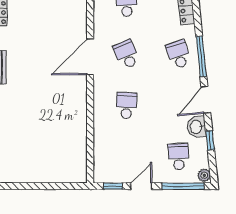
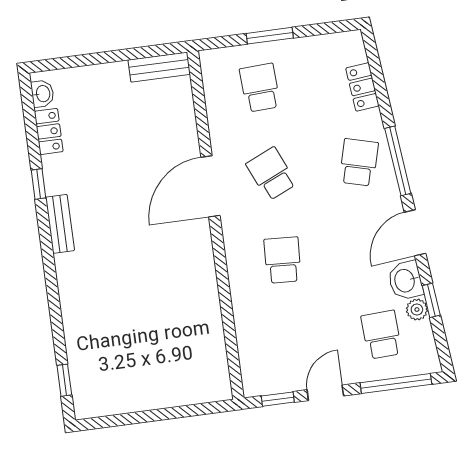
school desk: (178, 54) -> (359, 162), turned 33
plant: (204, 175) -> (417, 310), moved

